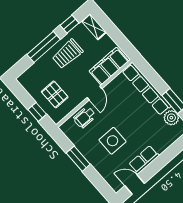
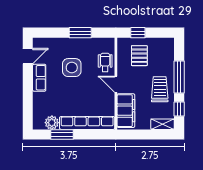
pallet: (55, 94) -> (139, 56), turned 90

